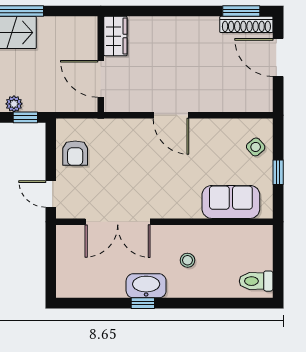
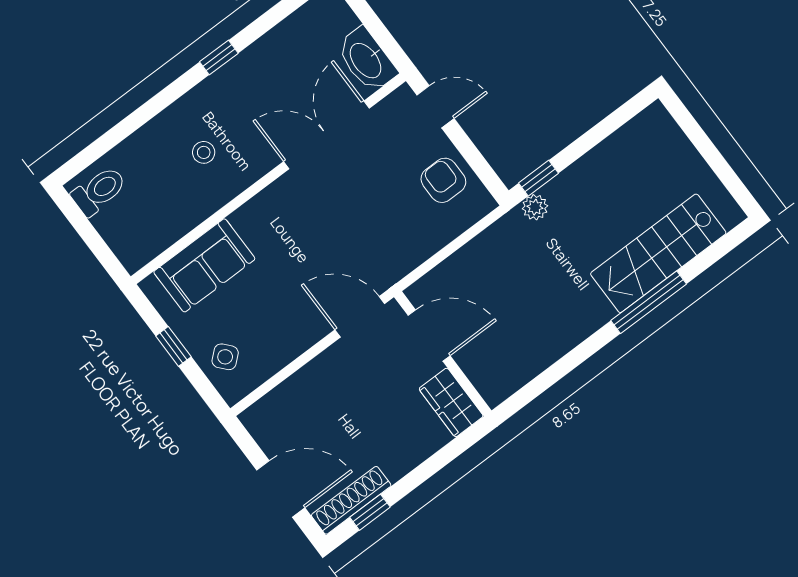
window: (241, 11) -> (370, 512), width x0.67
wardrobe: (115, 36) -> (451, 402), moved
wall: (101, 64) -> (443, 354), moved
door: (101, 79) -> (429, 336), moved
plant: (14, 104) -> (535, 207), moved
washbasin: (146, 286) -> (366, 60), moved, turned 90

